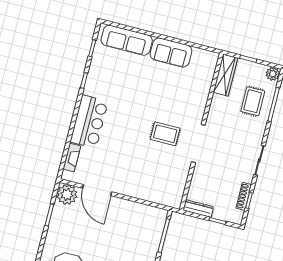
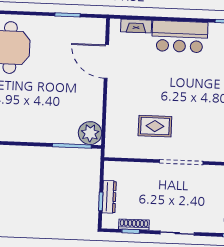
rug: (165, 134) -> (155, 126), moved, turned 90
door: (97, 190) -> (106, 62), hinge flipped
plant: (67, 195) -> (90, 133), moved
dresser: (198, 209) -> (109, 197), moved

